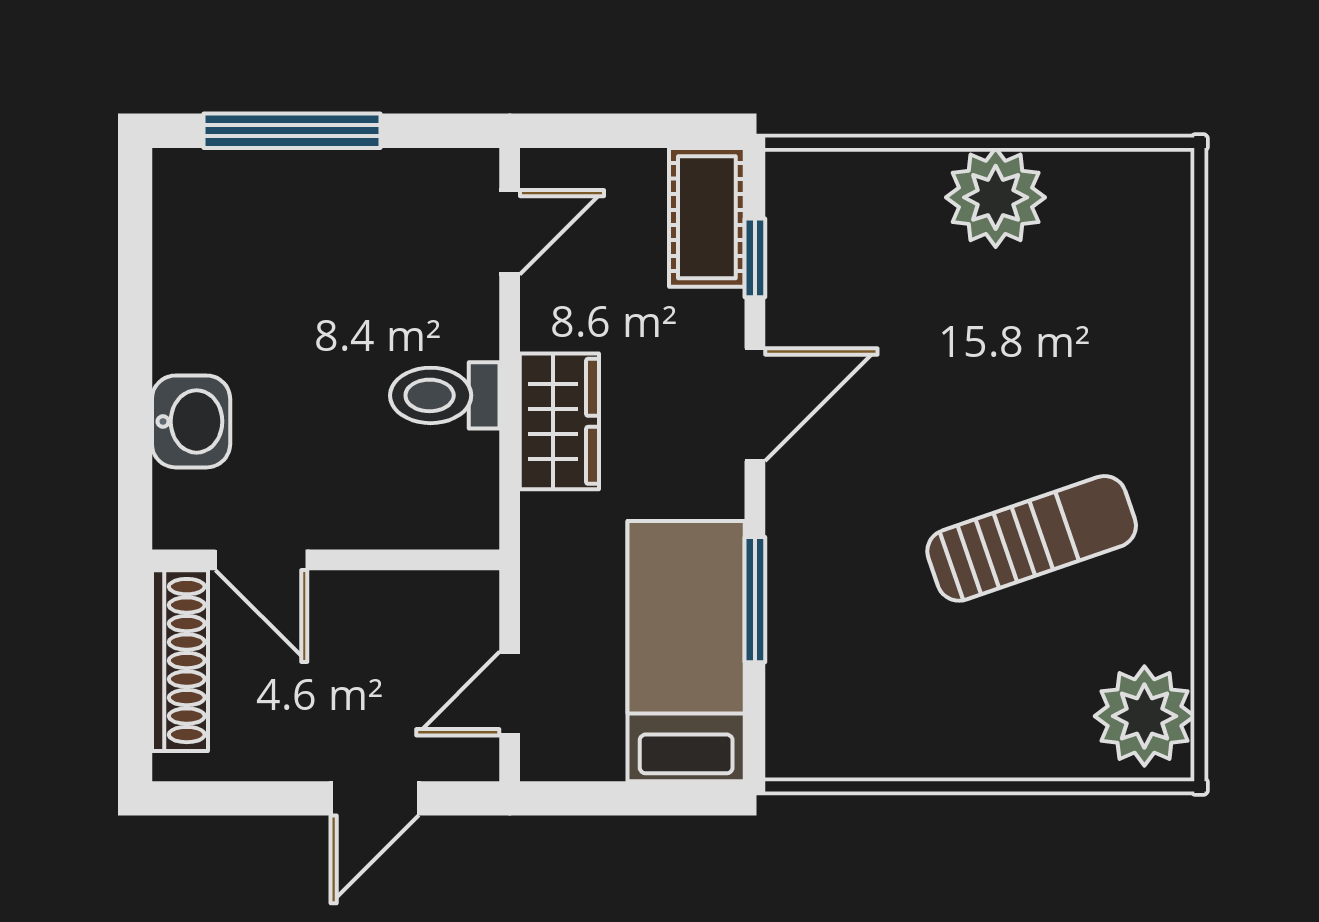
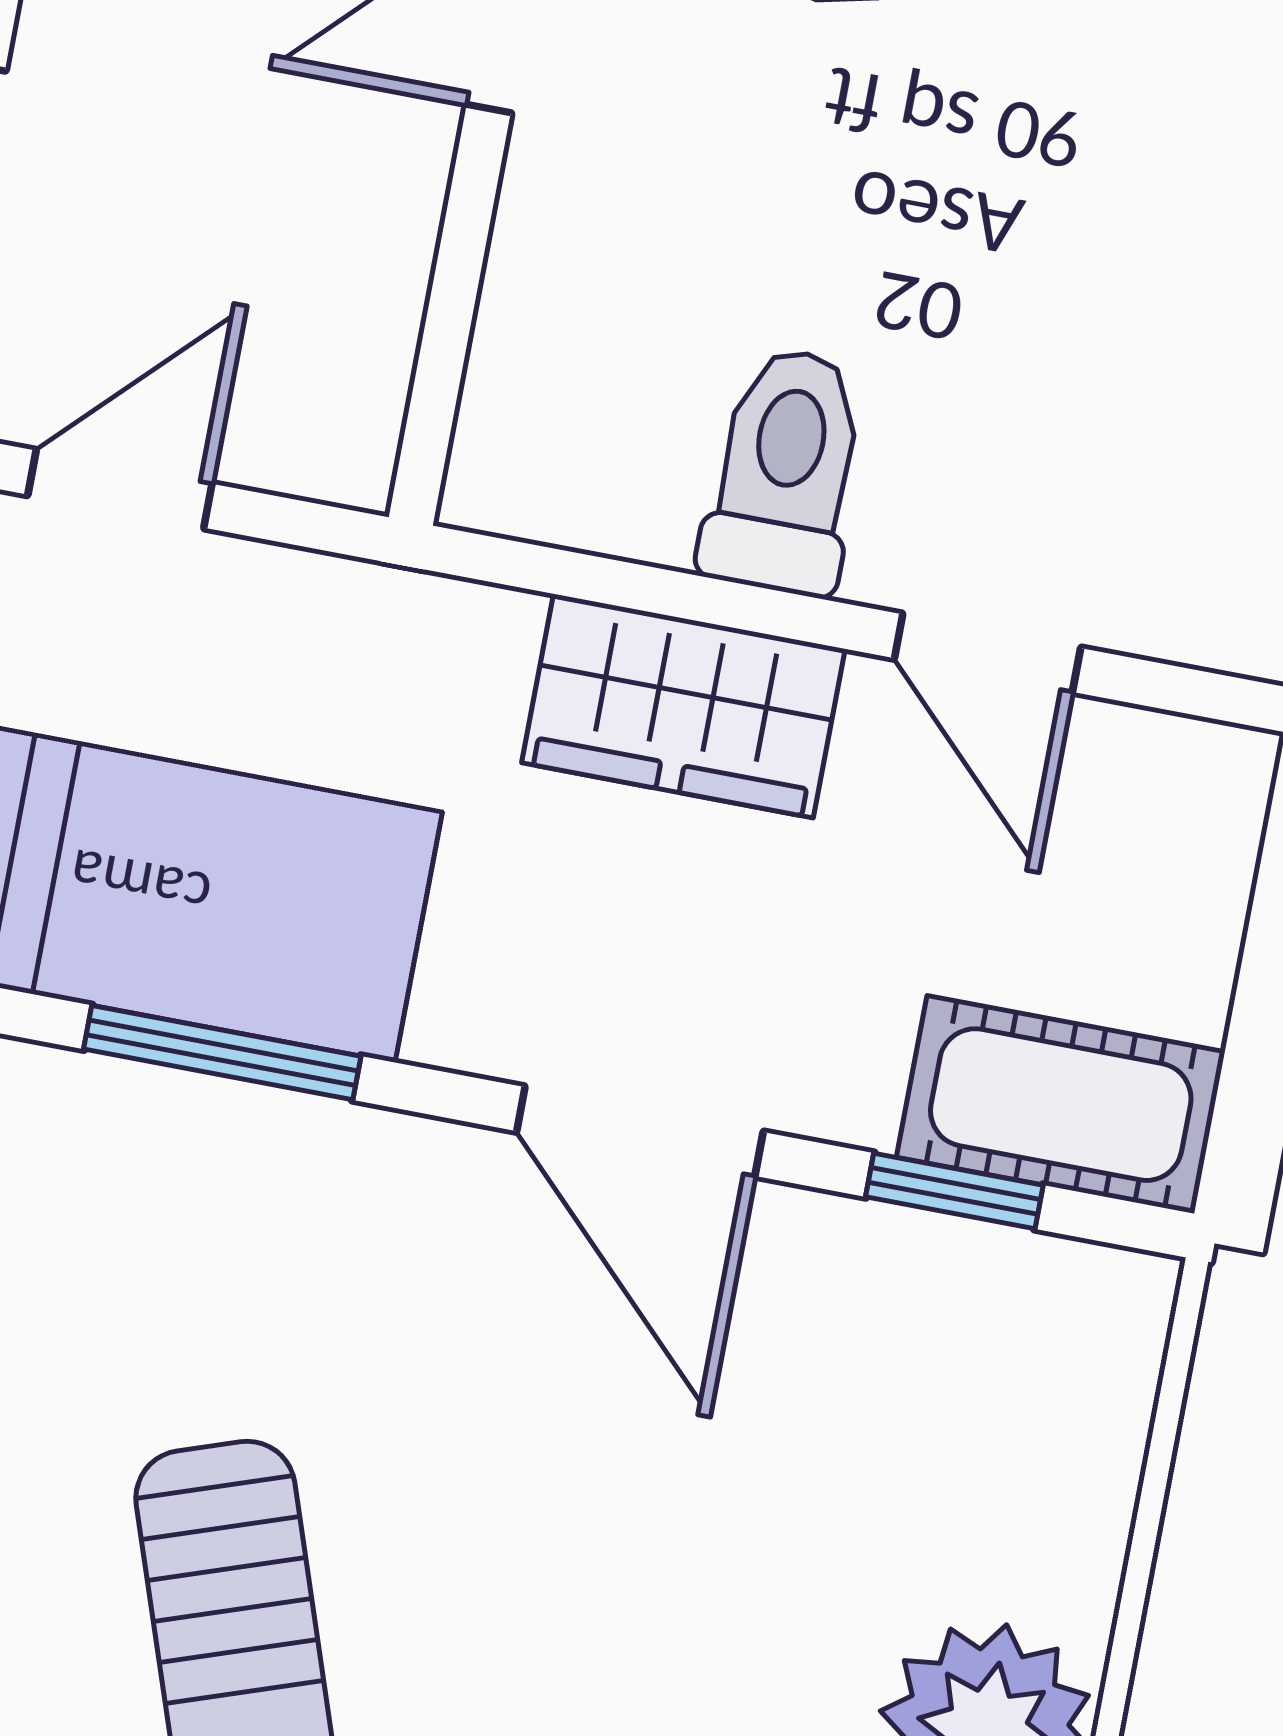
door: (510, 232) -> (987, 653), moved
door: (510, 694) -> (120, 489), hinge flipped

